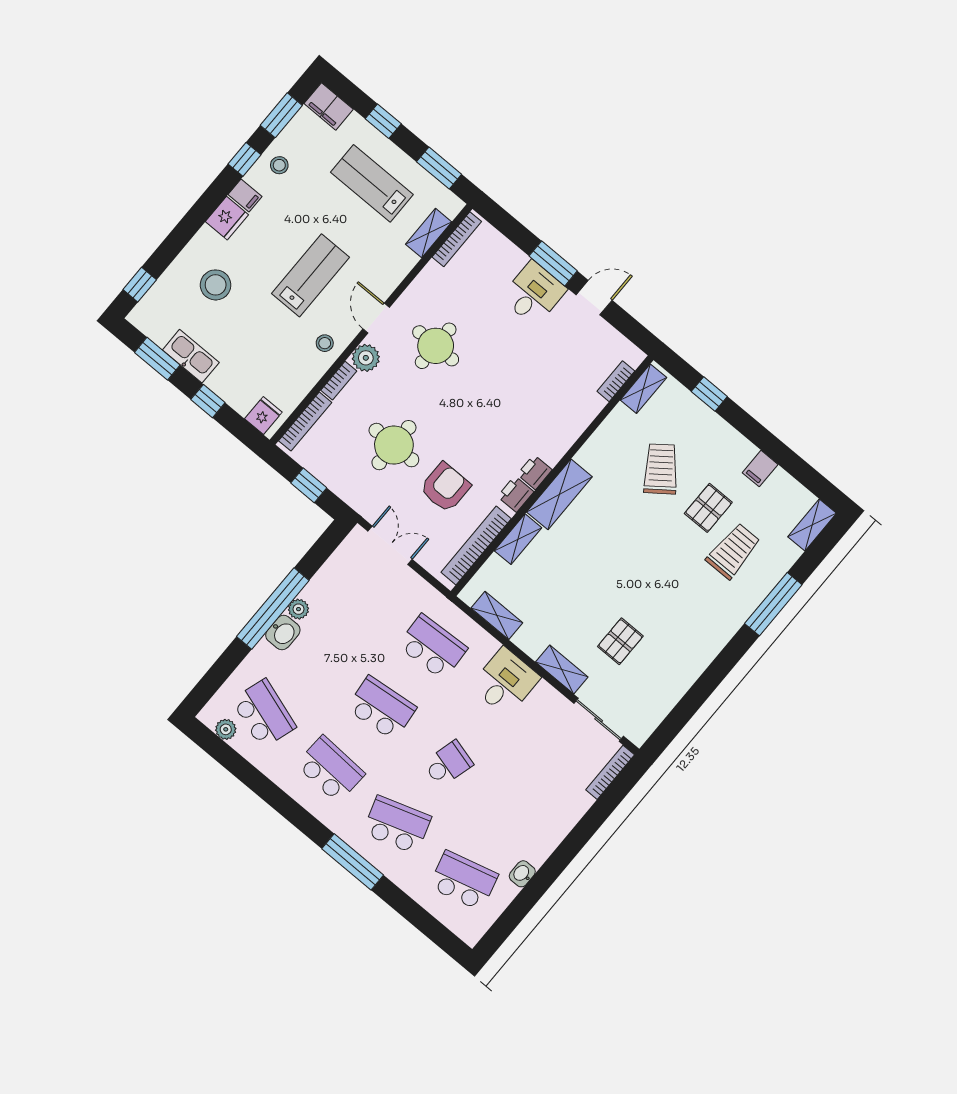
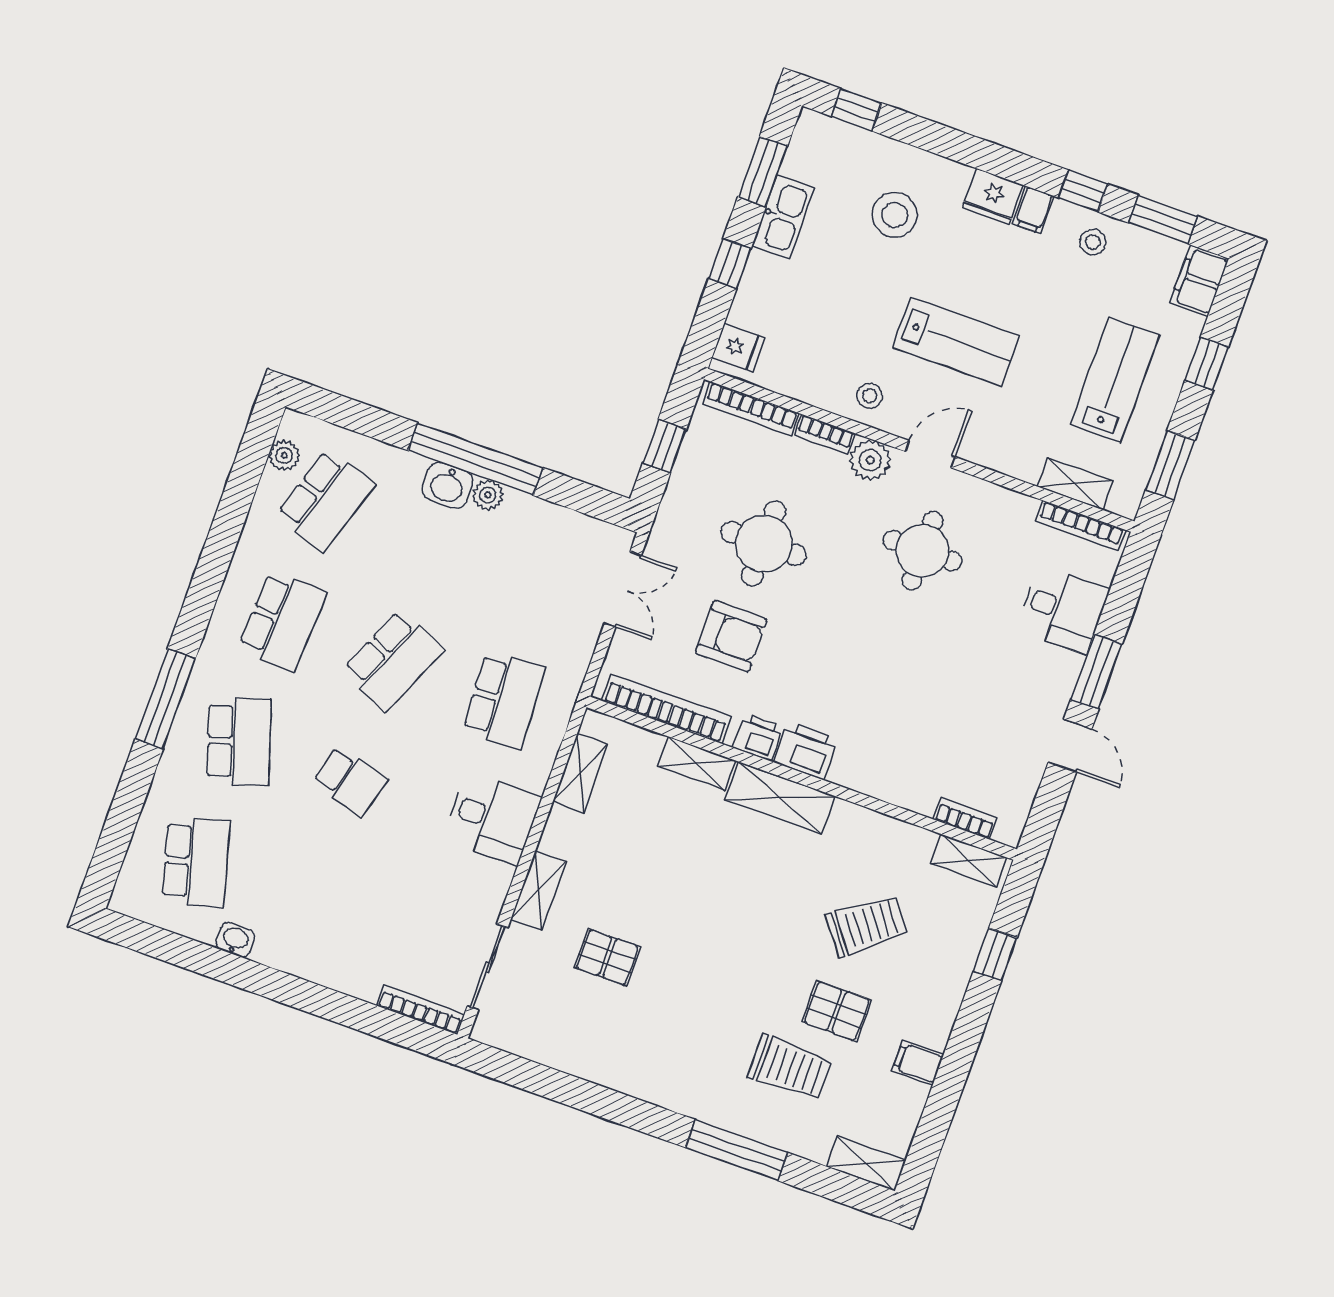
desk: (534, 293) -> (1063, 609), moved
printer: (535, 472) -> (806, 751), width x1.36, depth x1.24
school desk: (381, 708) -> (393, 660), turned 30

